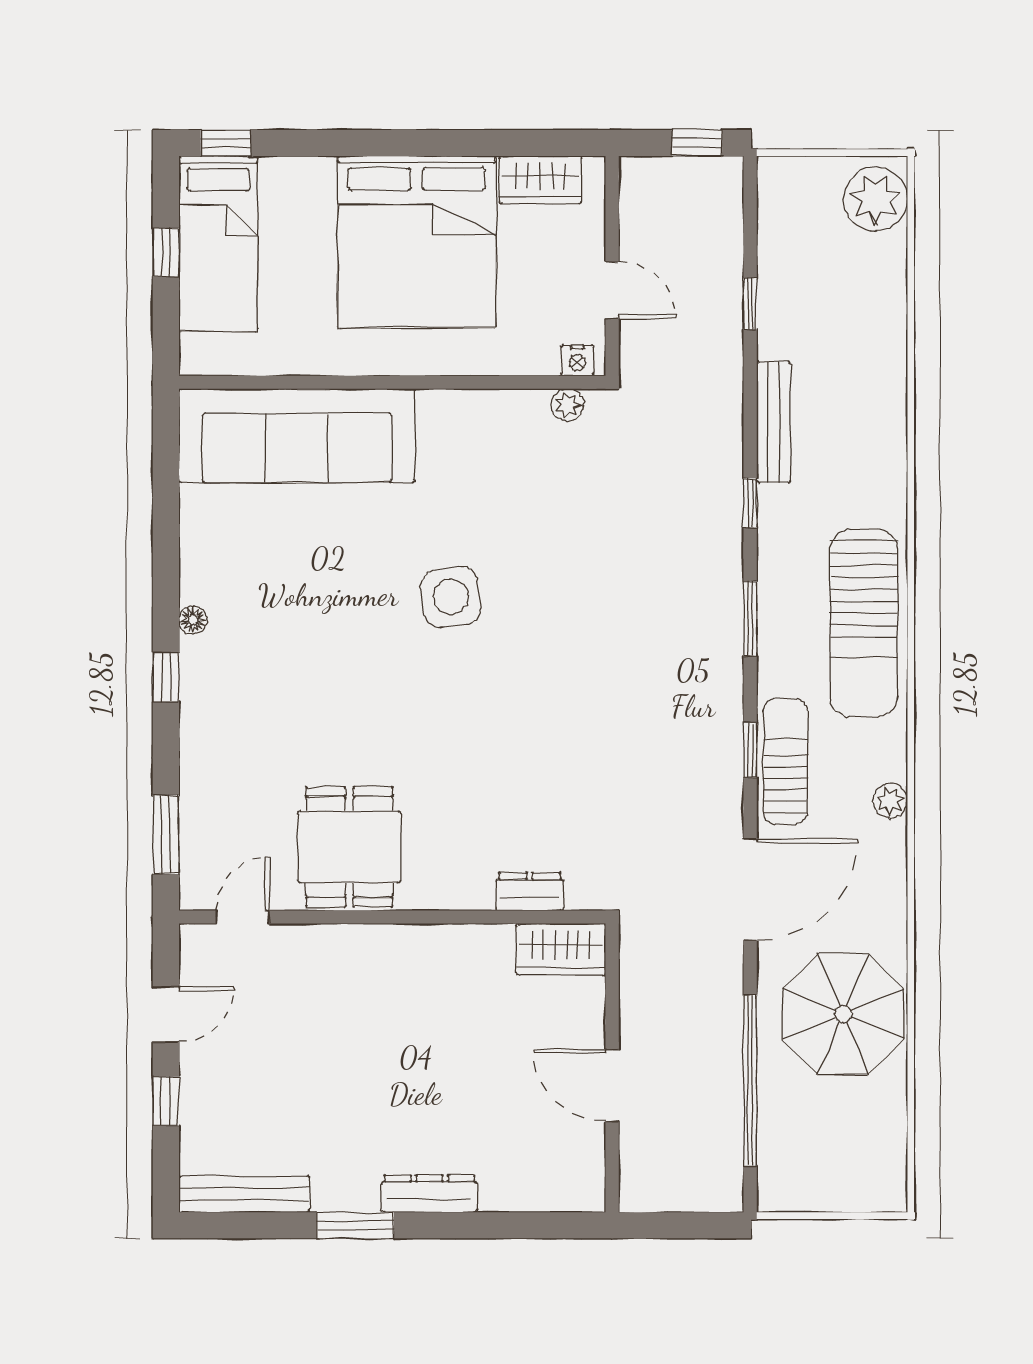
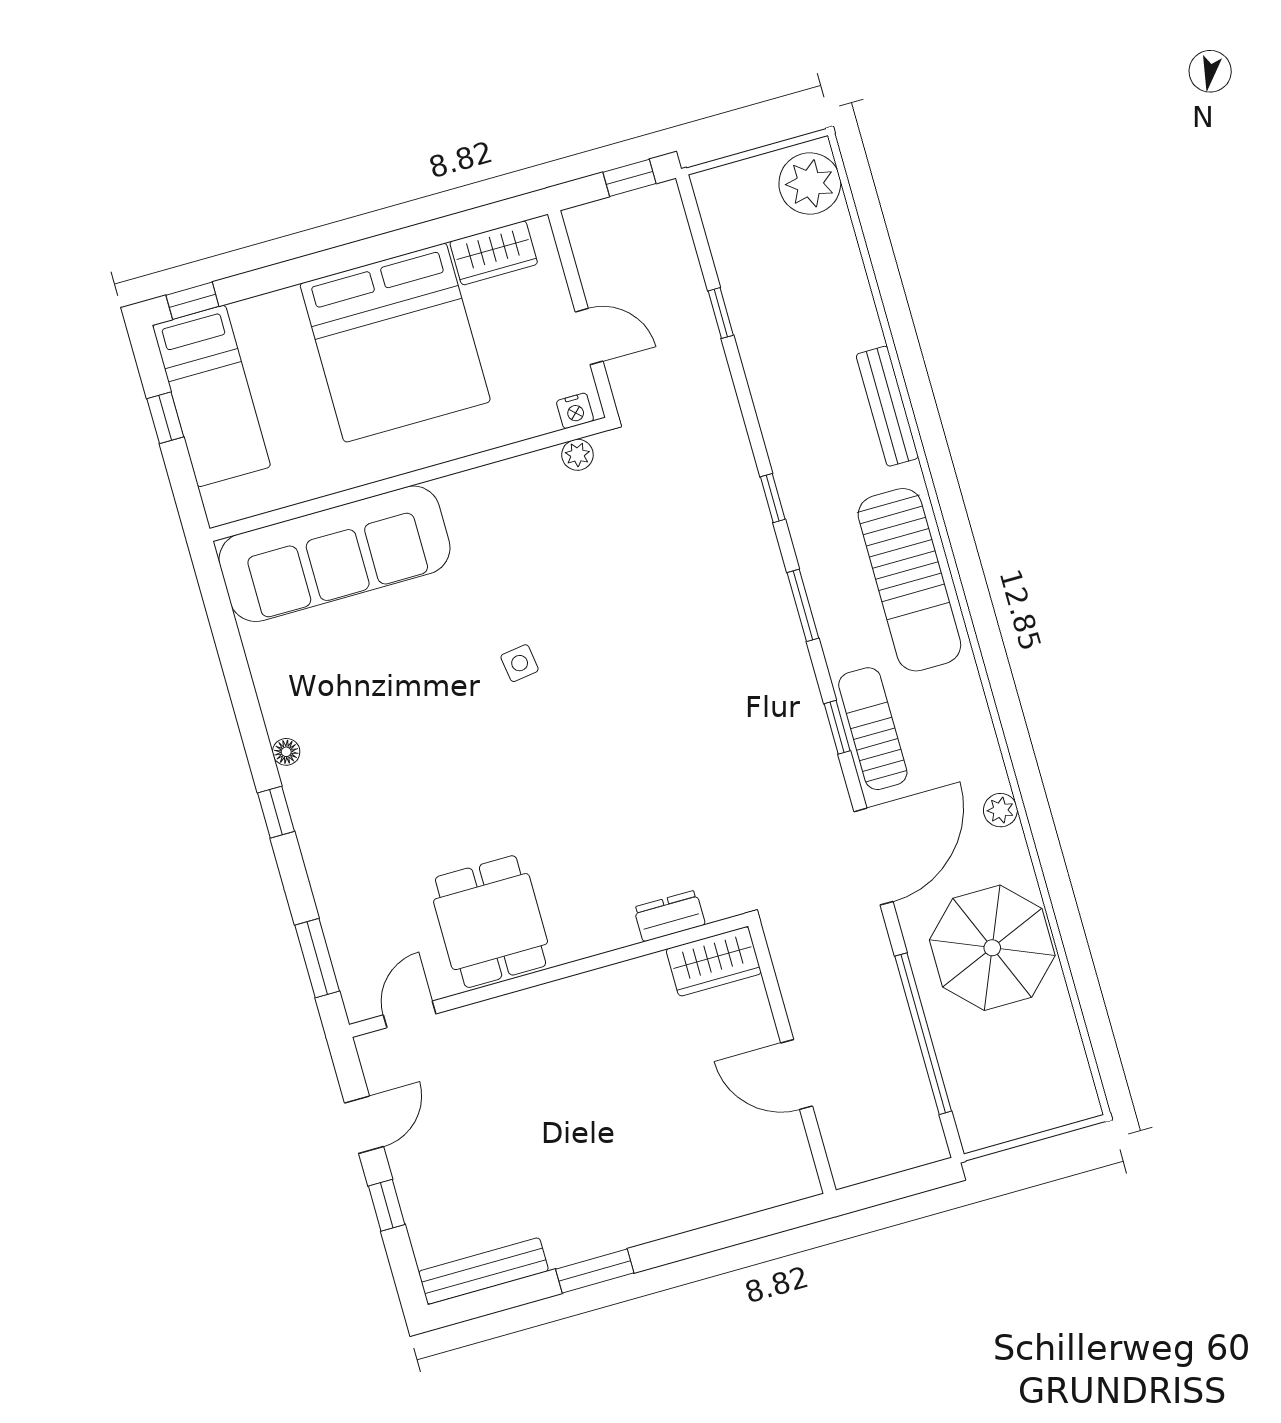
bench: (774, 422) -> (887, 406), moved
side table: (451, 597) -> (520, 663), width x0.54, depth x0.54
plant: (890, 801) -> (1000, 810), moved
dresser: (429, 1194) -> (655, 1222), removed

